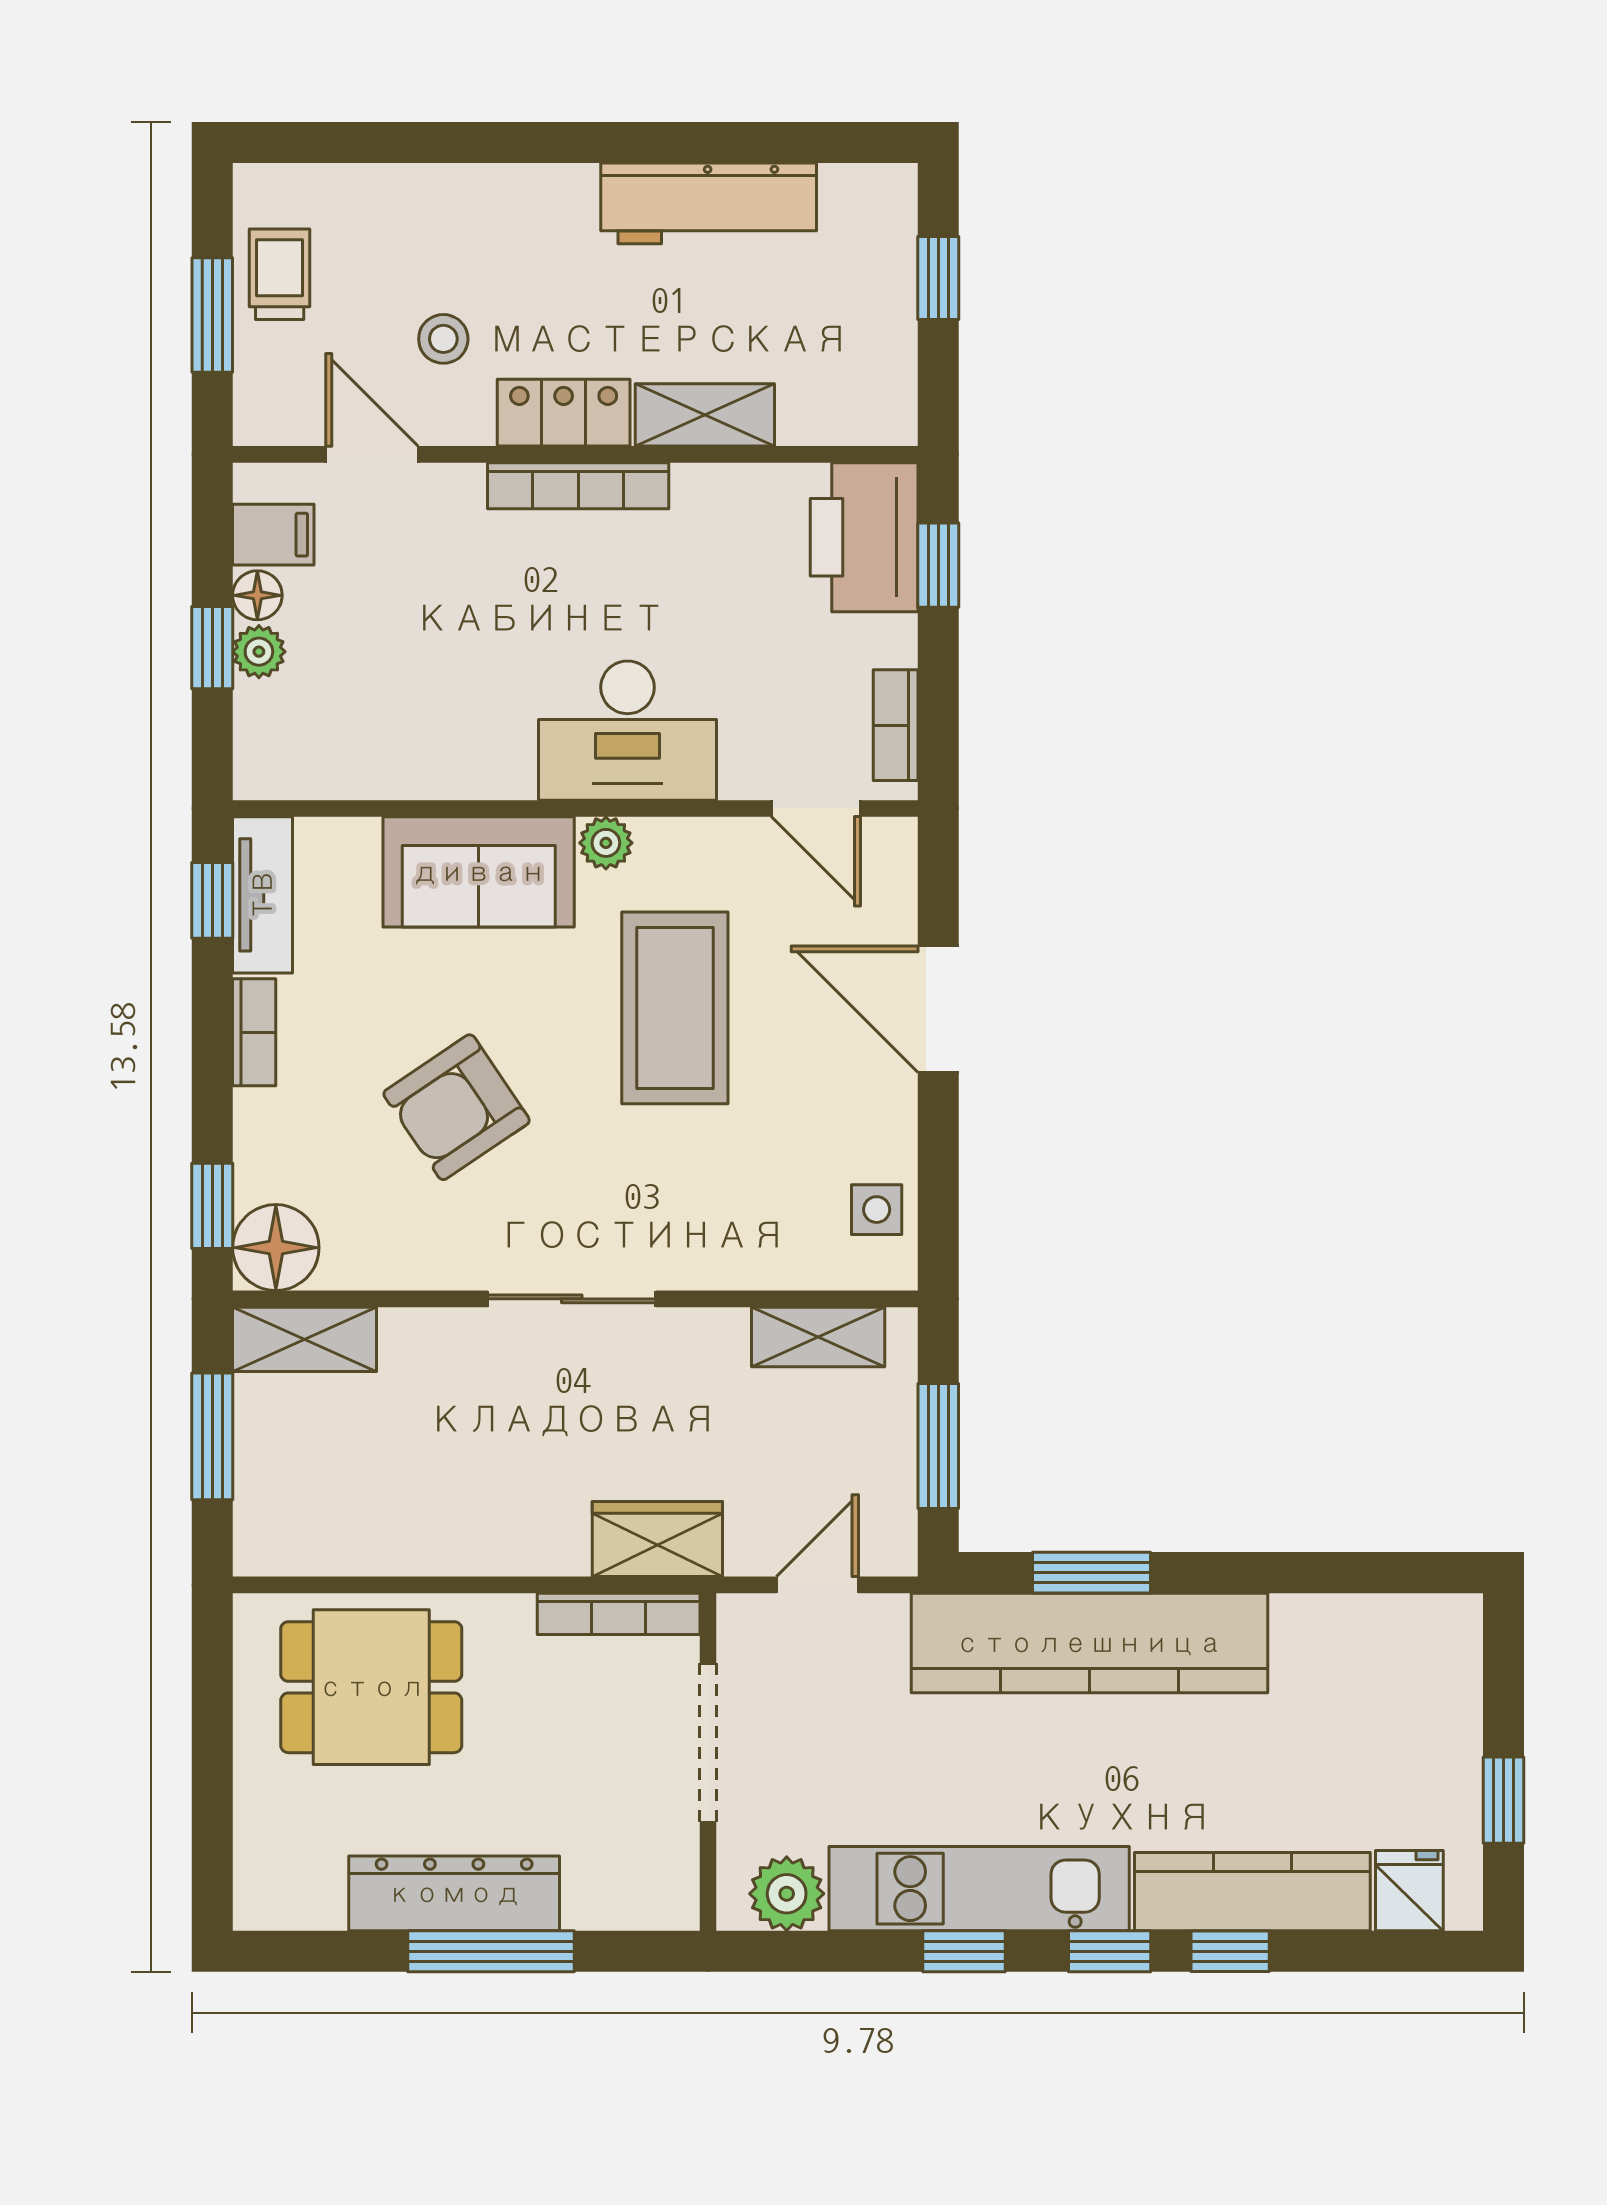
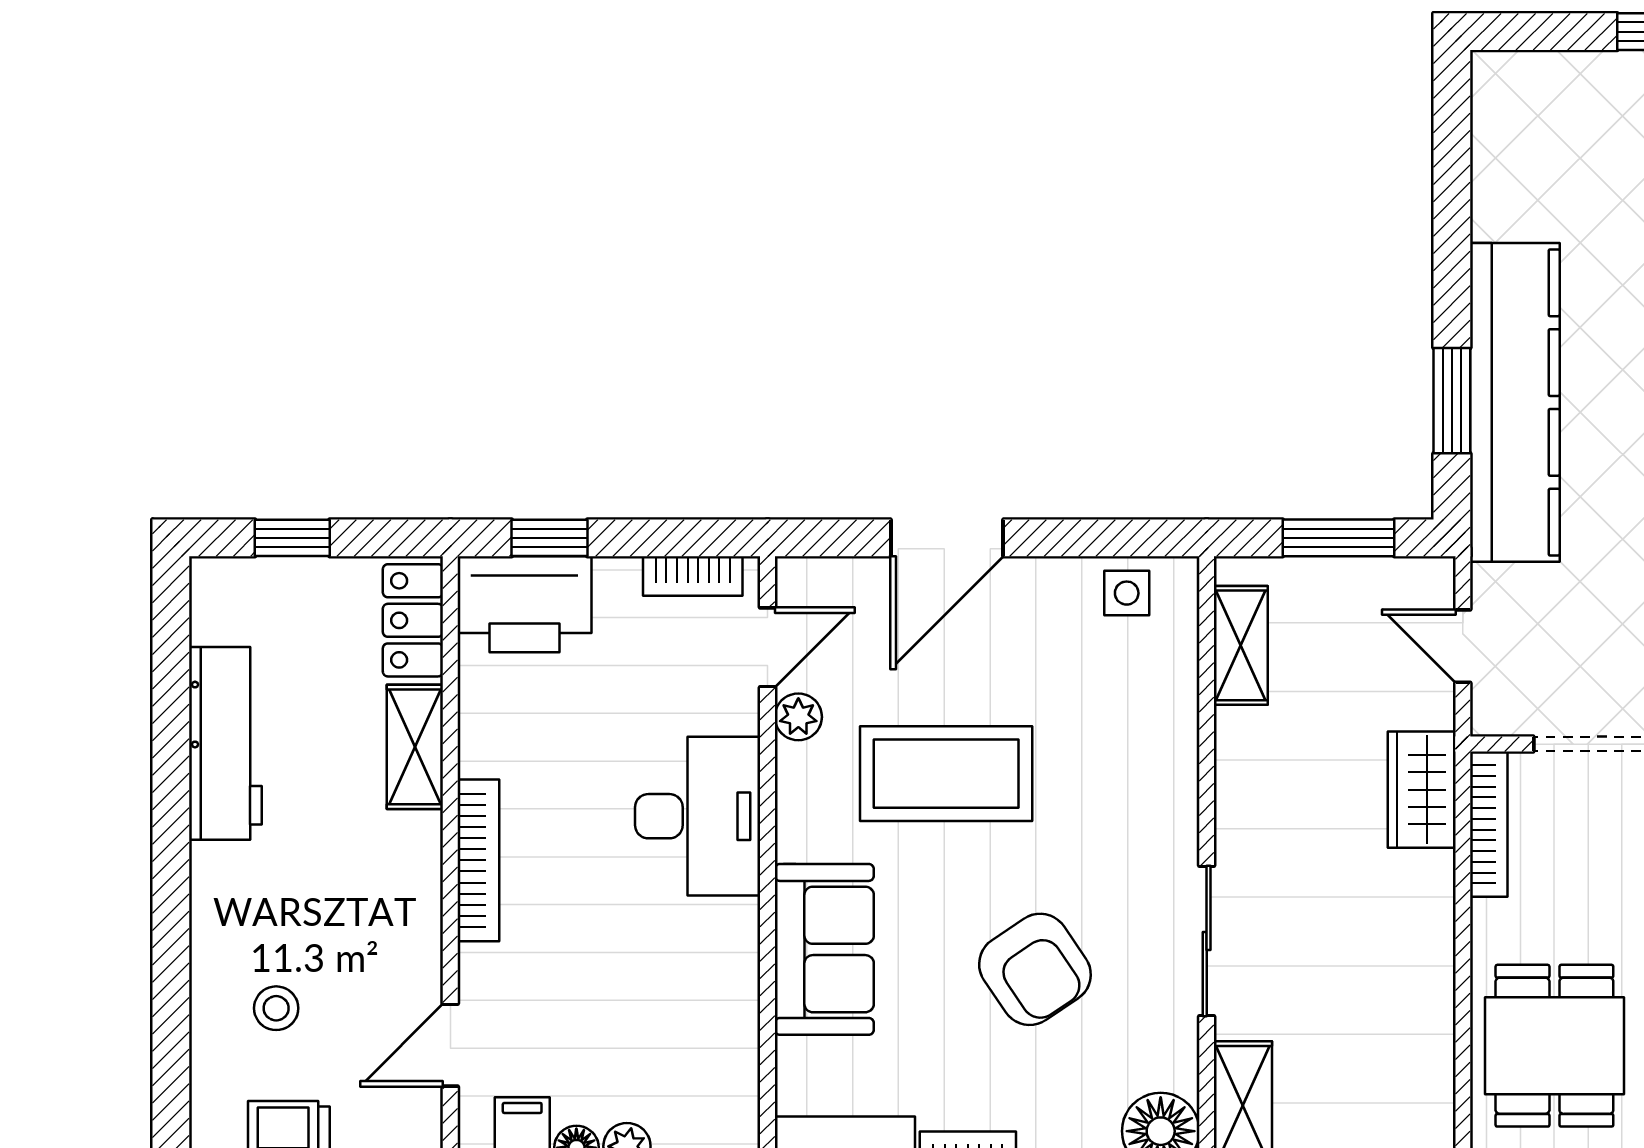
stool: (443, 339) -> (276, 1008), moved
locker: (564, 413) -> (413, 620), moved
plant: (606, 843) -> (798, 717), moved
sliding door: (572, 1299) -> (1207, 941), moved

